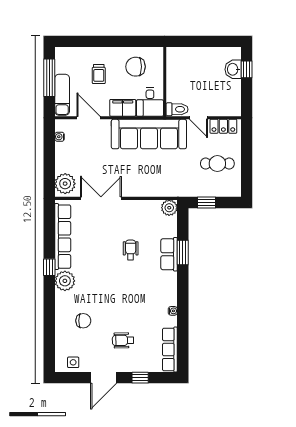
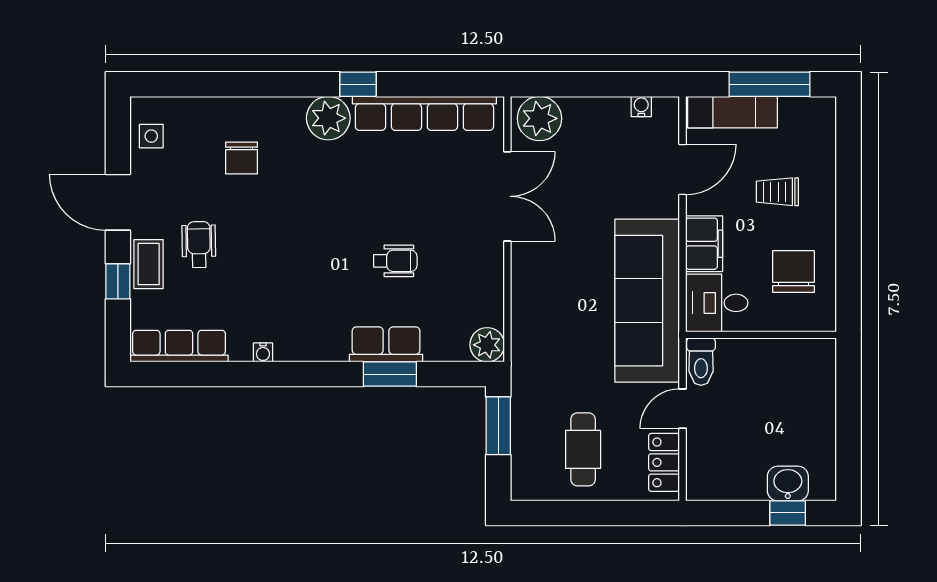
window: (206, 203) -> (498, 426), width x1.50
coffee table: (132, 364) -> (149, 264), added

